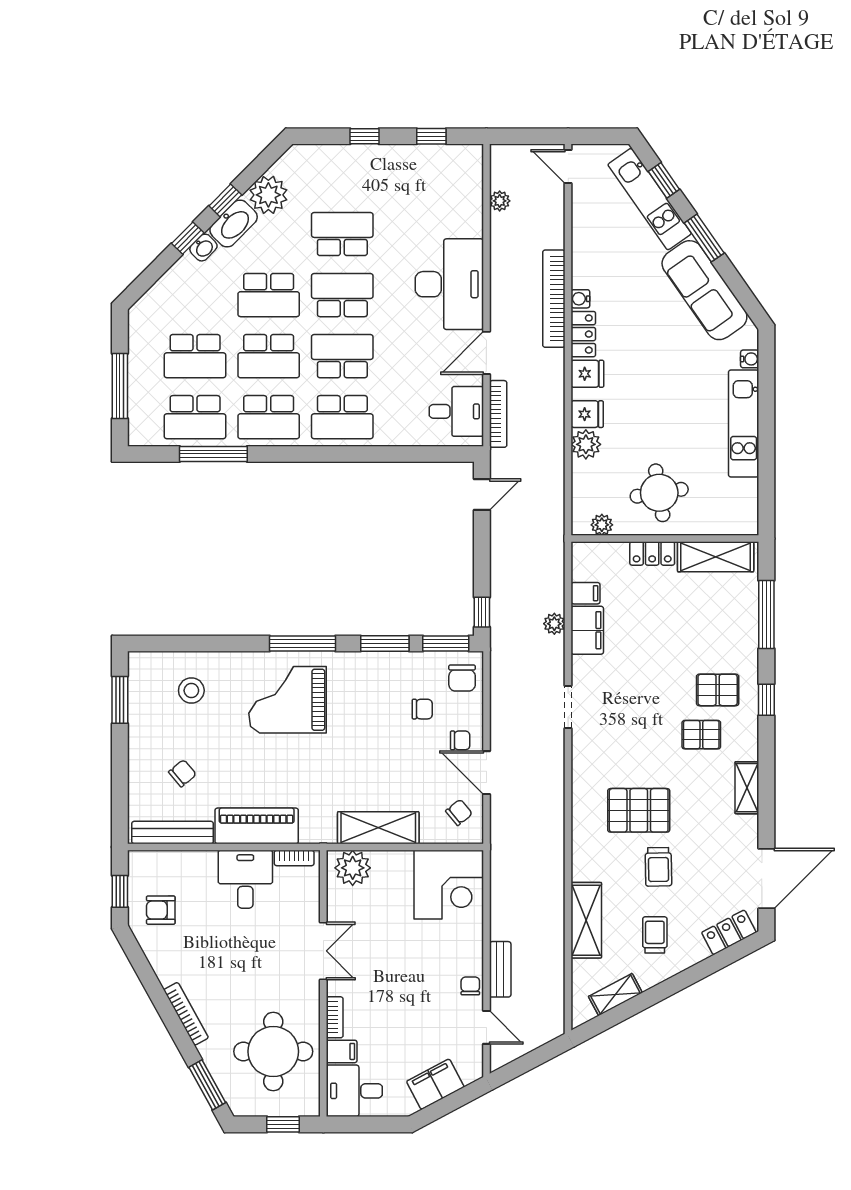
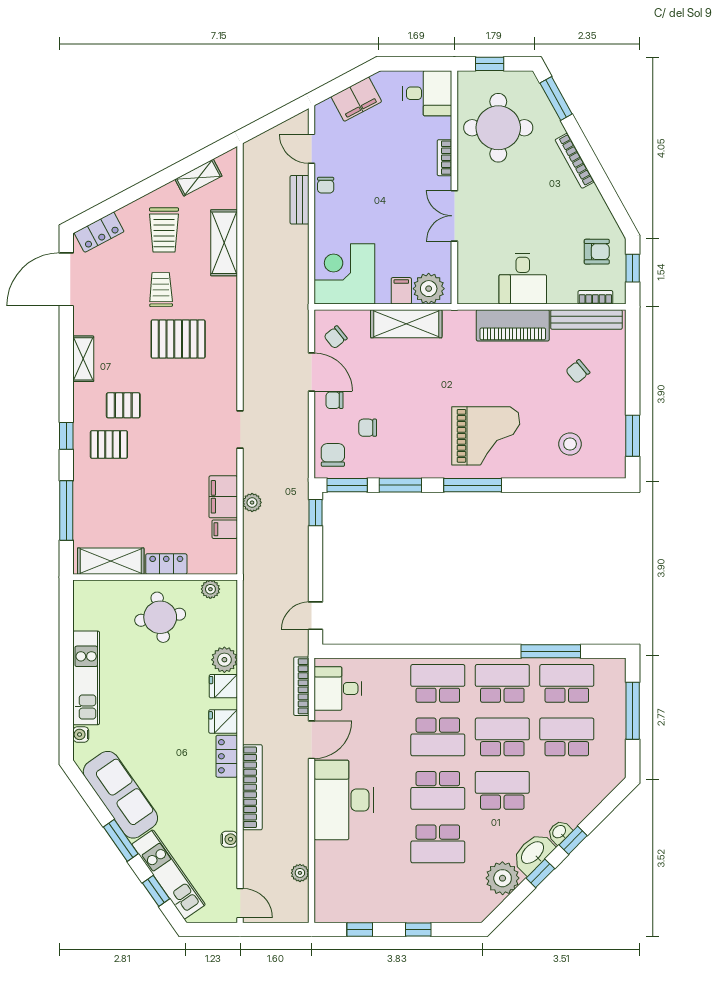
water cooler: (580, 299) -> (229, 839), moved
bookcase: (294, 858) -> (595, 297), moved
trolley: (655, 935) -> (164, 230), width x1.36, depth x1.39
filing cabinet: (342, 1051) -> (401, 291), moved, turned 90

